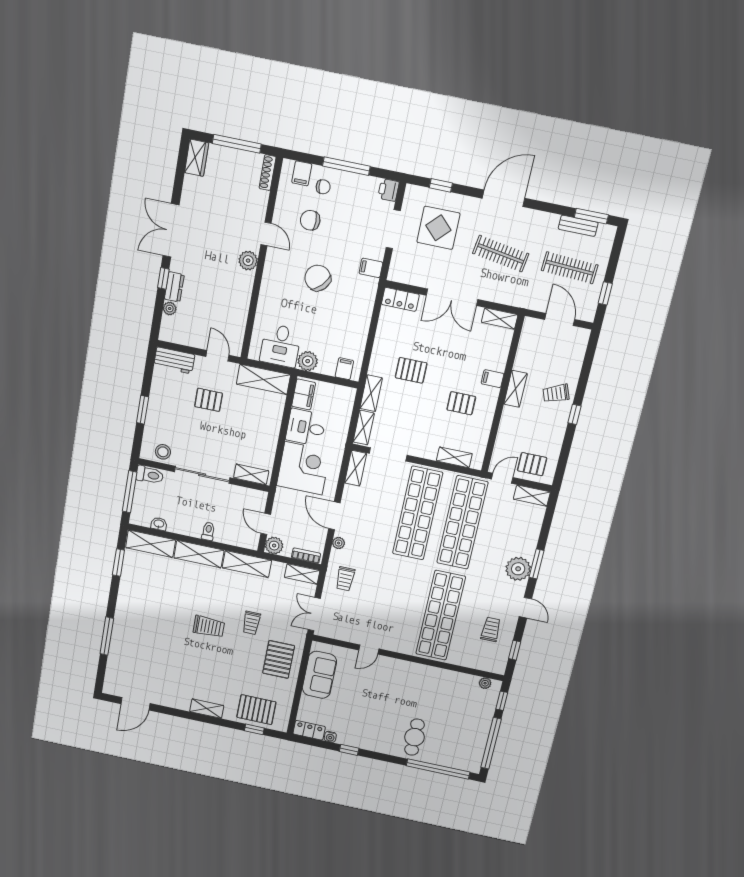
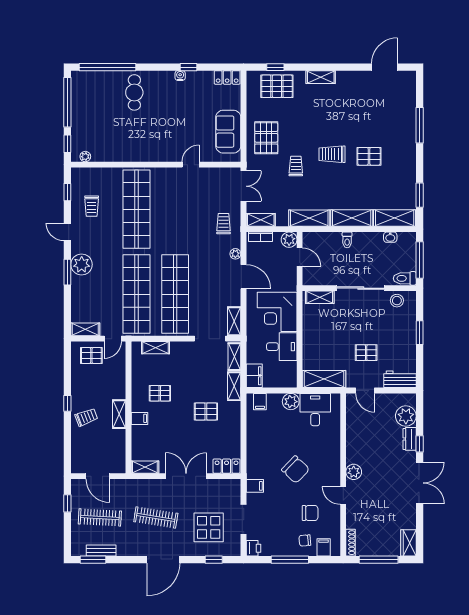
plant: (170, 309) -> (406, 416), width x1.87, depth x1.87
filing cabinet: (304, 394) -> (254, 376), moved, turned 180
pallet: (168, 616) -> (369, 156), added
water cooler: (330, 737) -> (180, 76), moved

